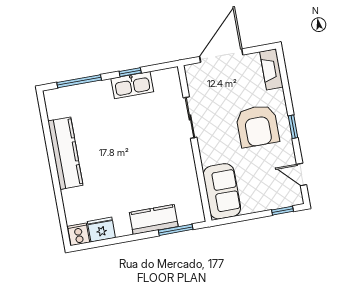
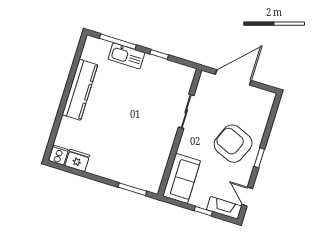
fireplace: (271, 69) -> (224, 208), moved, turned 90
kitchen sink: (132, 85) -> (126, 56), moved
armchair: (257, 126) -> (233, 144), turned 113
window: (282, 211) -> (203, 211), moved
kitchen counter: (154, 219) -> (120, 173), removed

